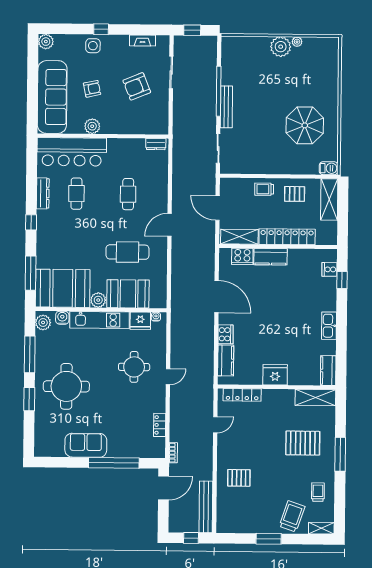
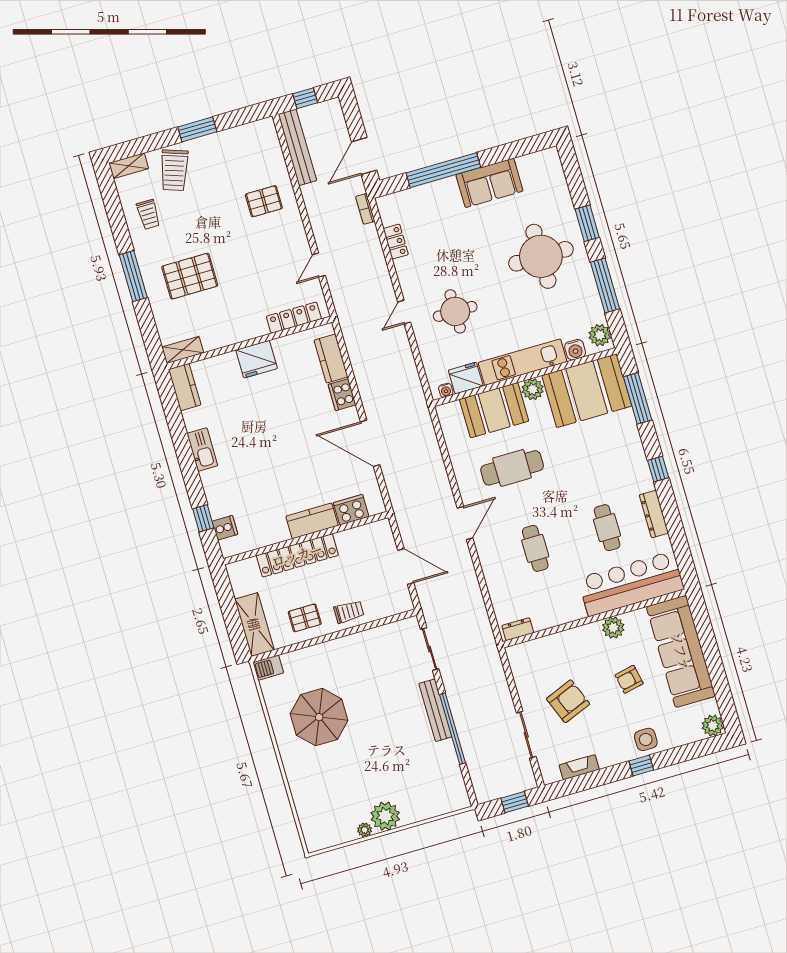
shelving: (239, 237) -> (363, 536), removed
shelving: (315, 397) -> (183, 350), width x0.67, depth x0.75

